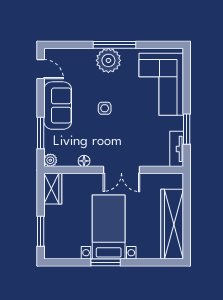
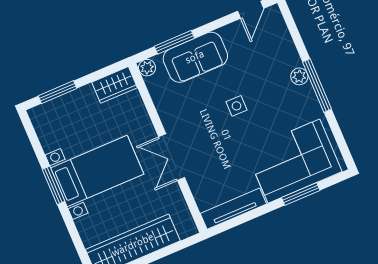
plant: (108, 60) -> (299, 76), width x0.53, depth x0.53
sofa: (58, 106) -> (195, 57), moved
window: (187, 129) -> (301, 194), moved
tv unit: (177, 149) -> (233, 209), width x1.41
floor lamp: (84, 161) -> (163, 108), removed

